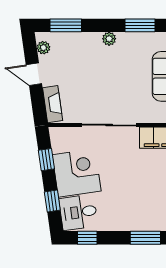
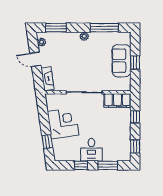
window: (140, 25) -> (104, 28), width x1.44
window: (46, 160) -> (43, 115), removed
desk: (78, 212) -> (91, 150), moved, turned -82
window: (87, 238) -> (81, 165), moved

